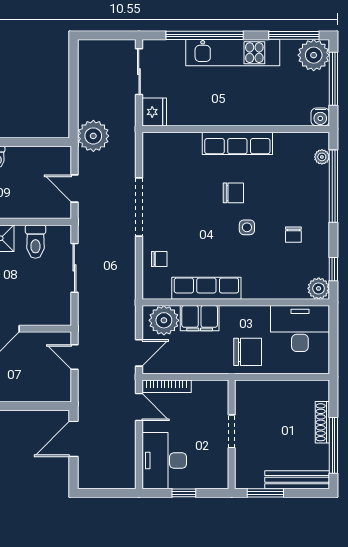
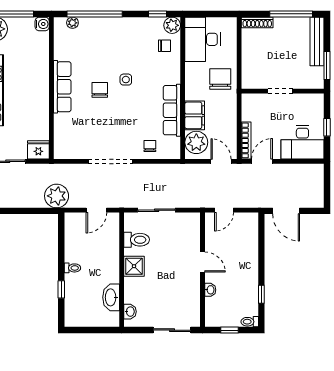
chair: (293, 235) -> (165, 46), moved
shoe rack: (322, 422) -> (257, 22), moved

